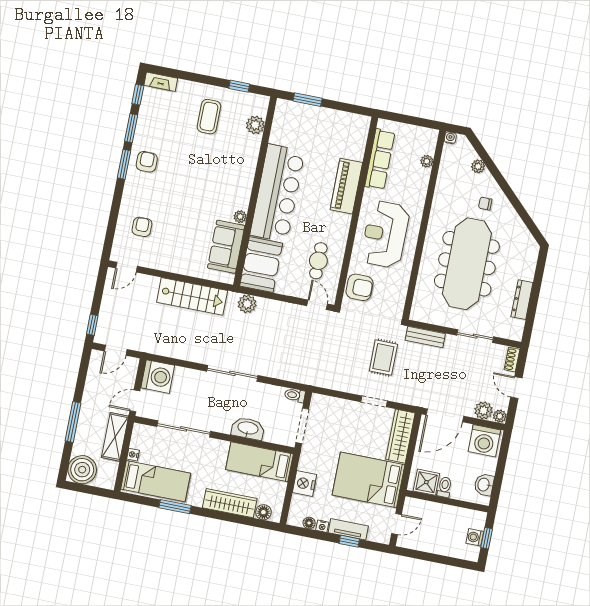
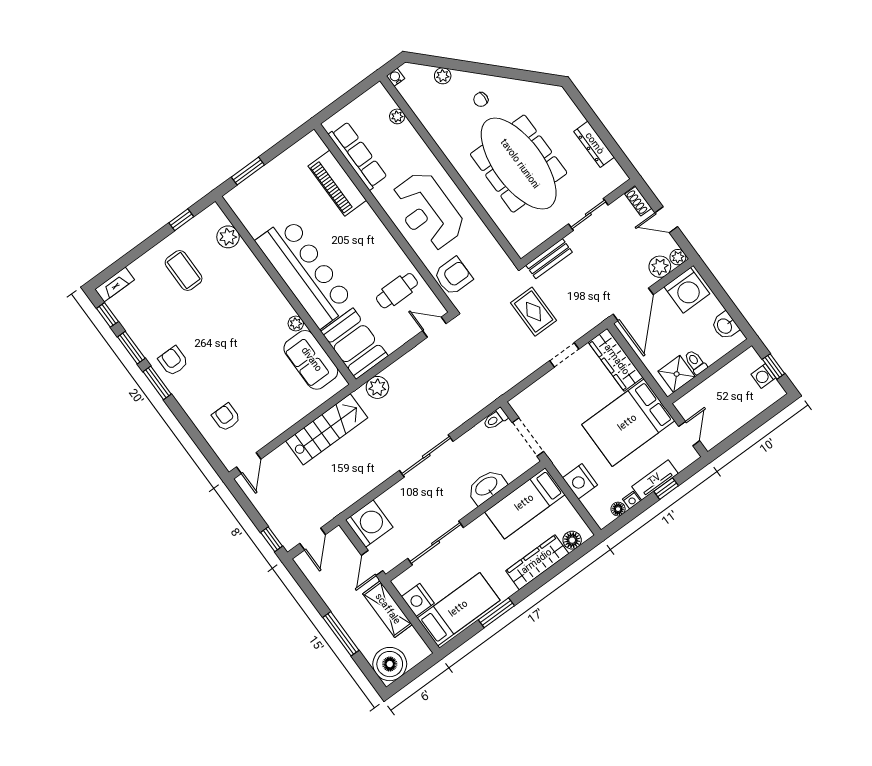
piano: (346, 186) -> (337, 183), moved
cafe table: (318, 261) -> (397, 291), turned 90
nightstand: (133, 455) -> (418, 600), width x1.89, depth x1.79

